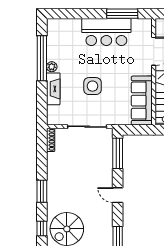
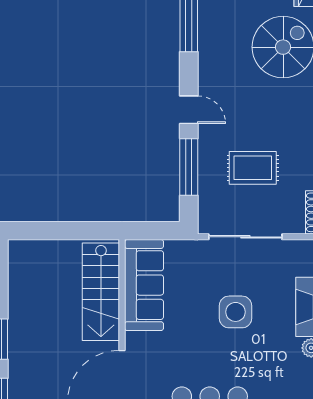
window: (118, 153) -> (189, 167), moved
rug: (83, 164) -> (253, 168), added

